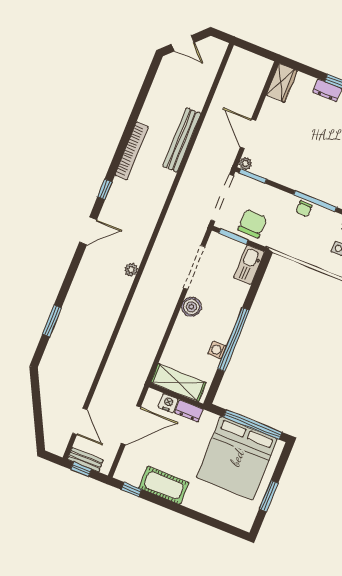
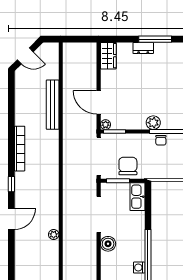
bench: (182, 140) -> (53, 105), moved
plant: (303, 184) -> (153, 123), added

